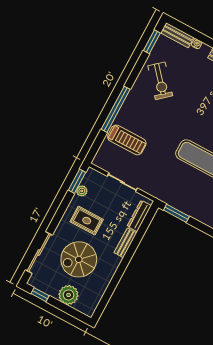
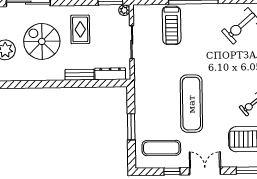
plant: (82, 191) -> (124, 10), moved
window: (176, 213) -> (131, 127), moved

